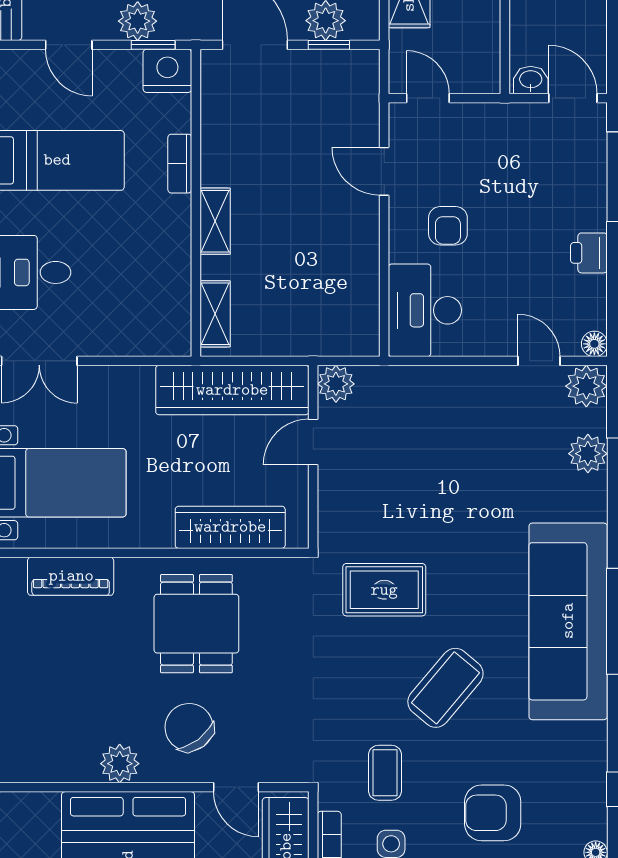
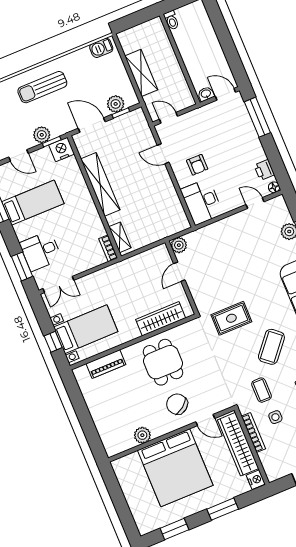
bookcase: (180, 164) -> (108, 248), moved
shelving: (215, 221) -> (100, 184), width x2.20, depth x1.33
printer: (589, 253) -> (264, 170), moved
plant: (586, 386) -> (278, 205), removed
wardrobe: (232, 390) -> (139, 264), removed
plant: (120, 764) -> (142, 435), moved

